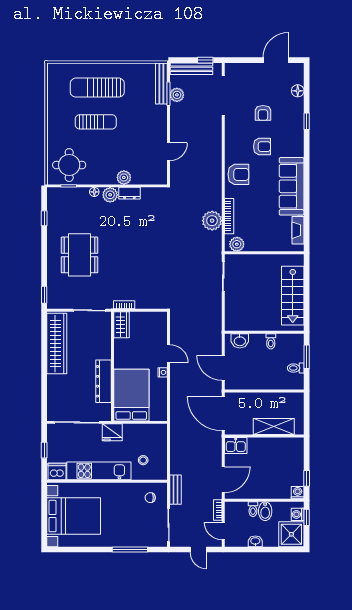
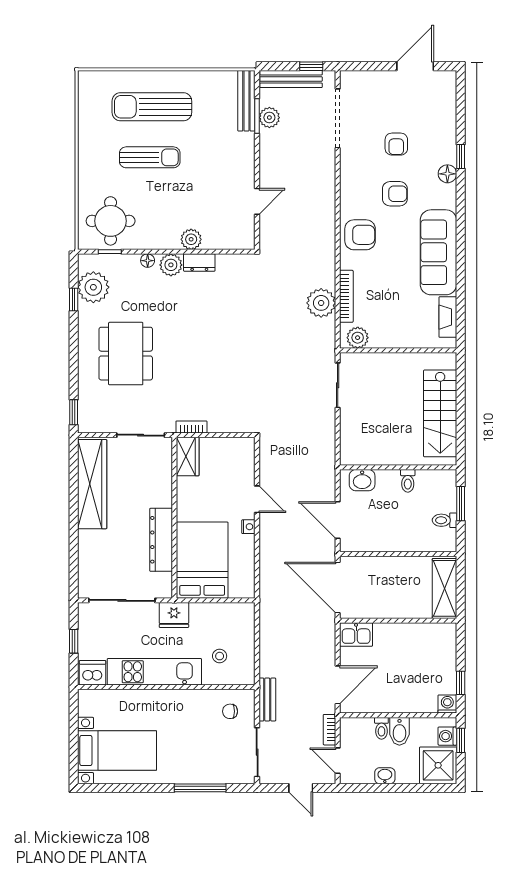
floor lamp: (298, 91) -> (447, 174), moved
plant: (58, 210) -> (93, 287), added
shelving: (274, 427) -> (445, 588), moved, turned 90
bed with nightstands: (74, 516) -> (117, 750), width x0.73

